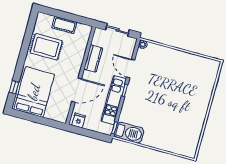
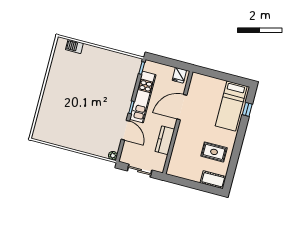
cot: (64, 25) -> (213, 180), moved
rug: (46, 47) -> (214, 152), width x0.73, depth x0.70
bed: (34, 92) -> (231, 106), width x0.67
barbecue: (129, 133) -> (74, 46), moved, width x0.53, depth x0.65

